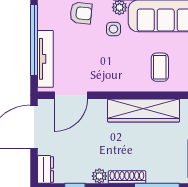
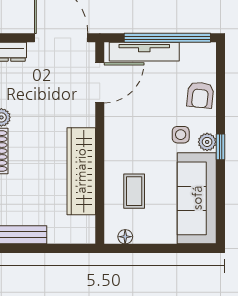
coffee table: (160, 67) -> (134, 191), turned 90
door: (71, 95) -> (100, 83), swing flipped

